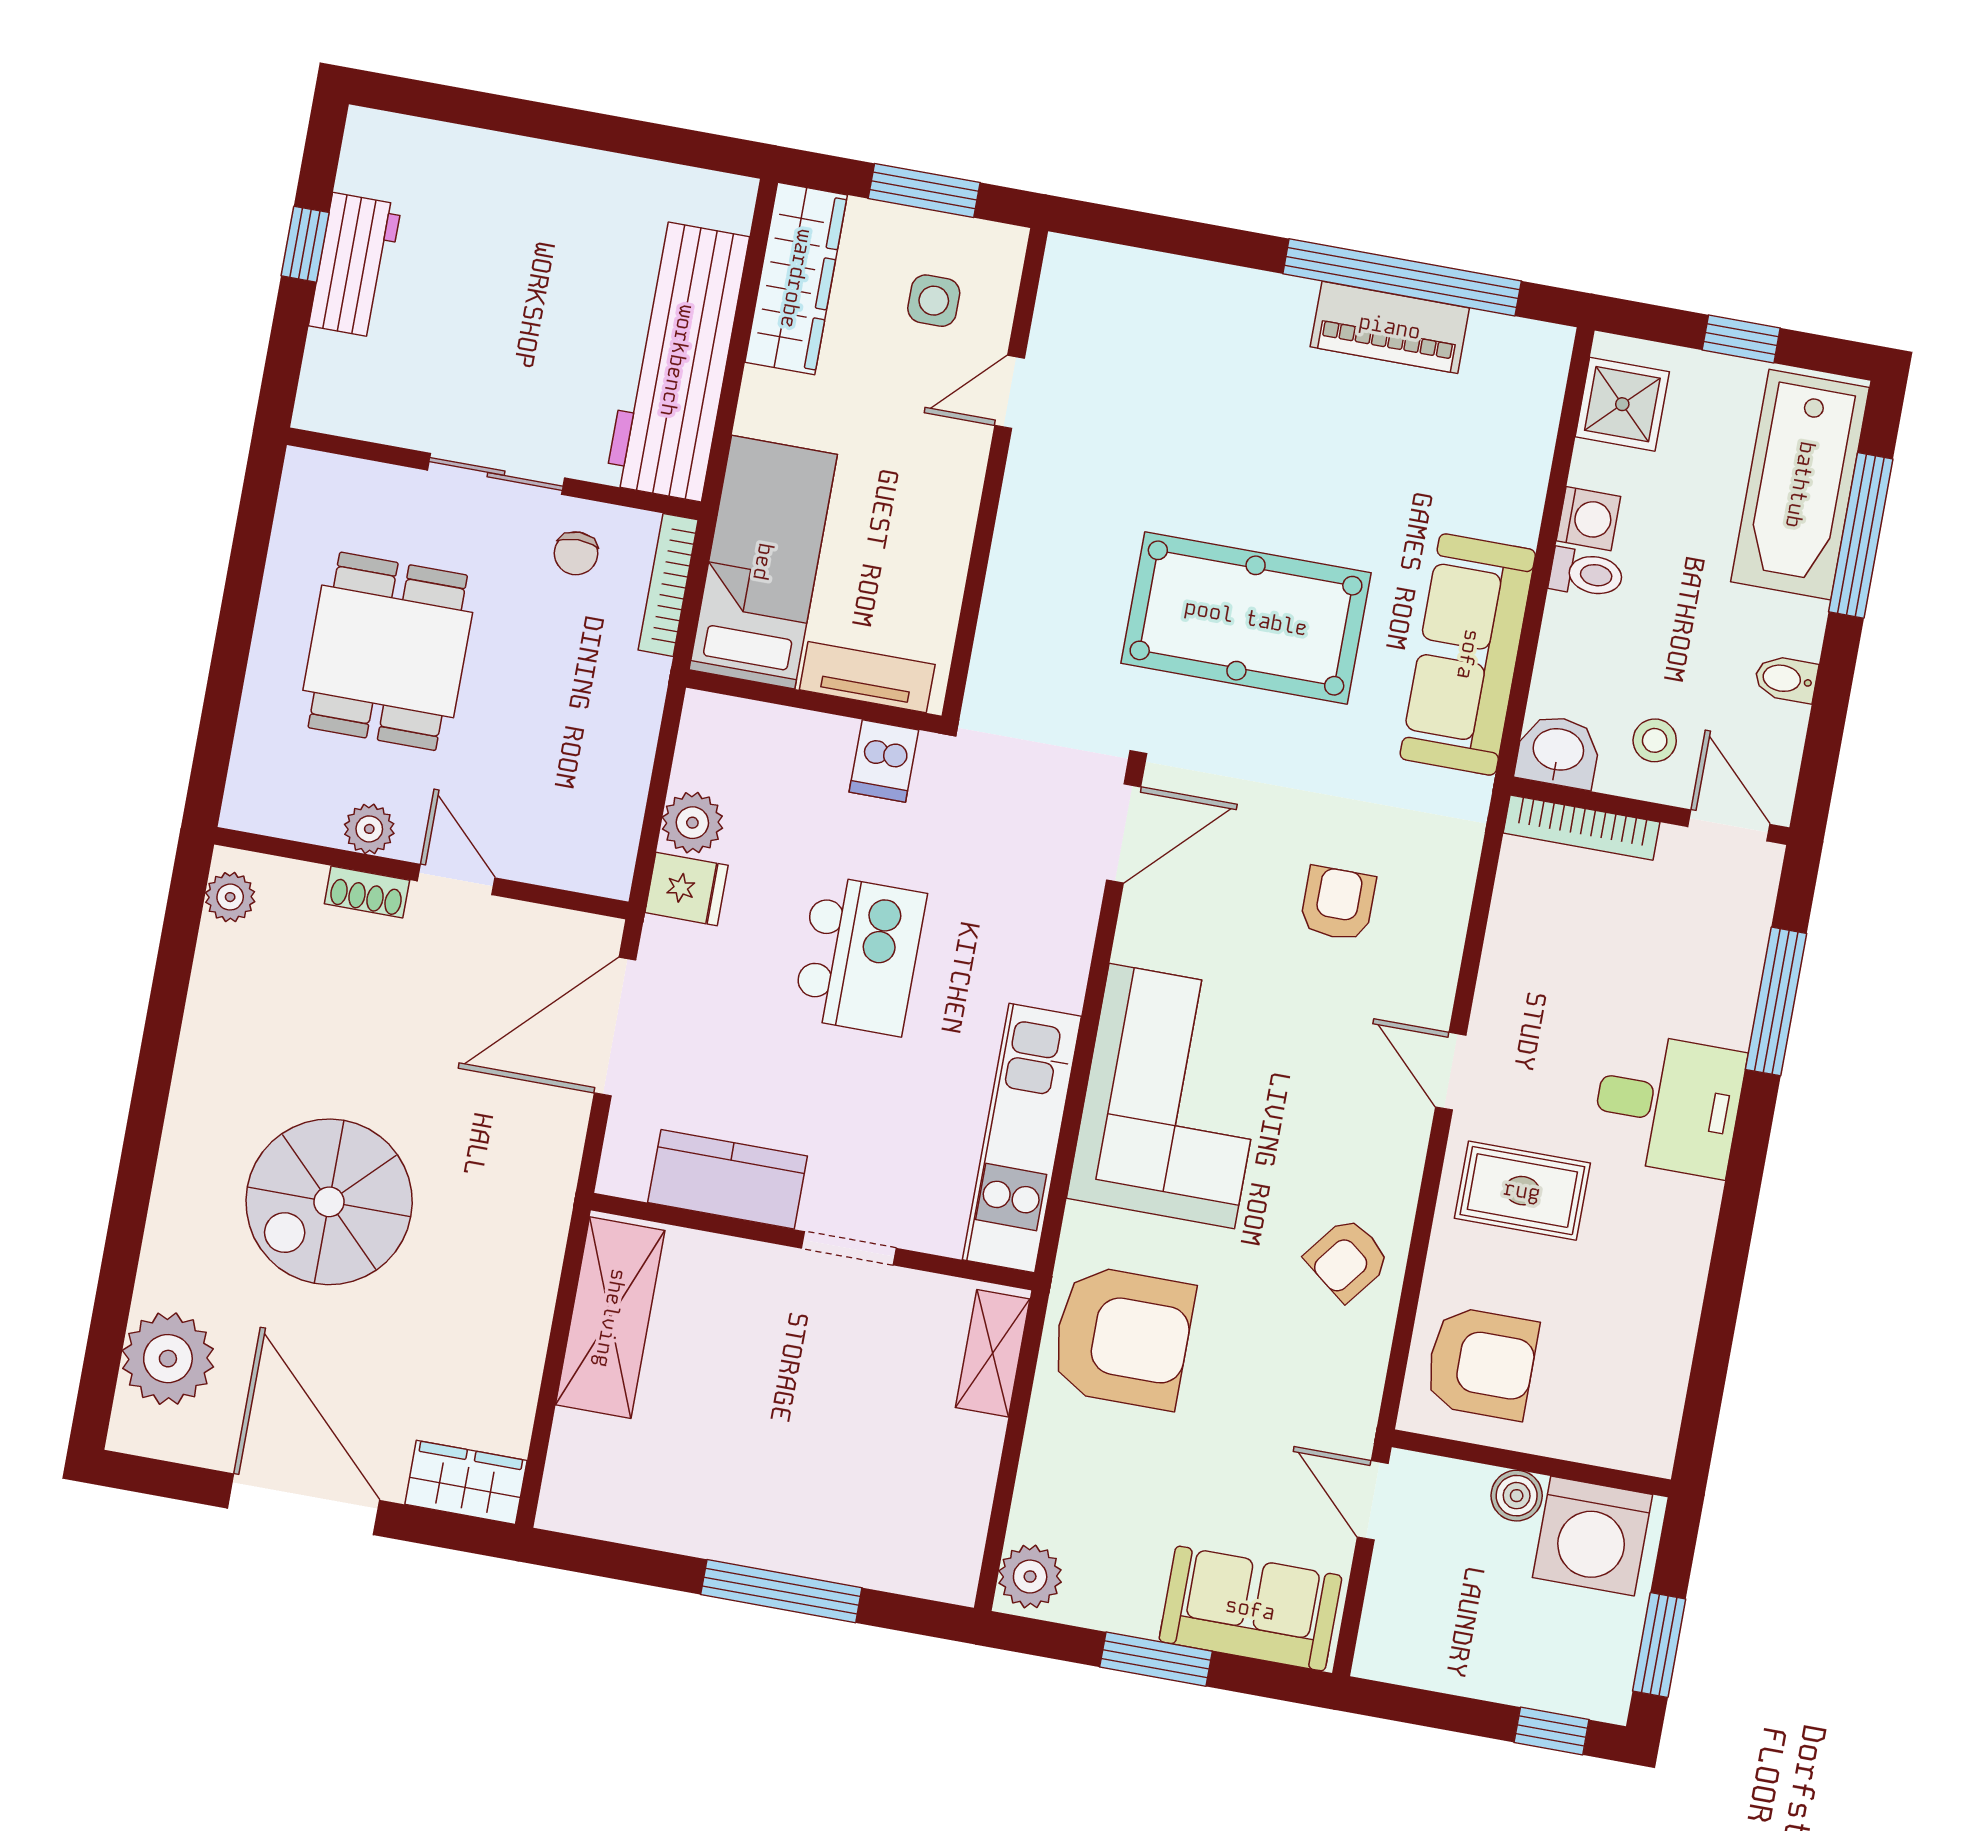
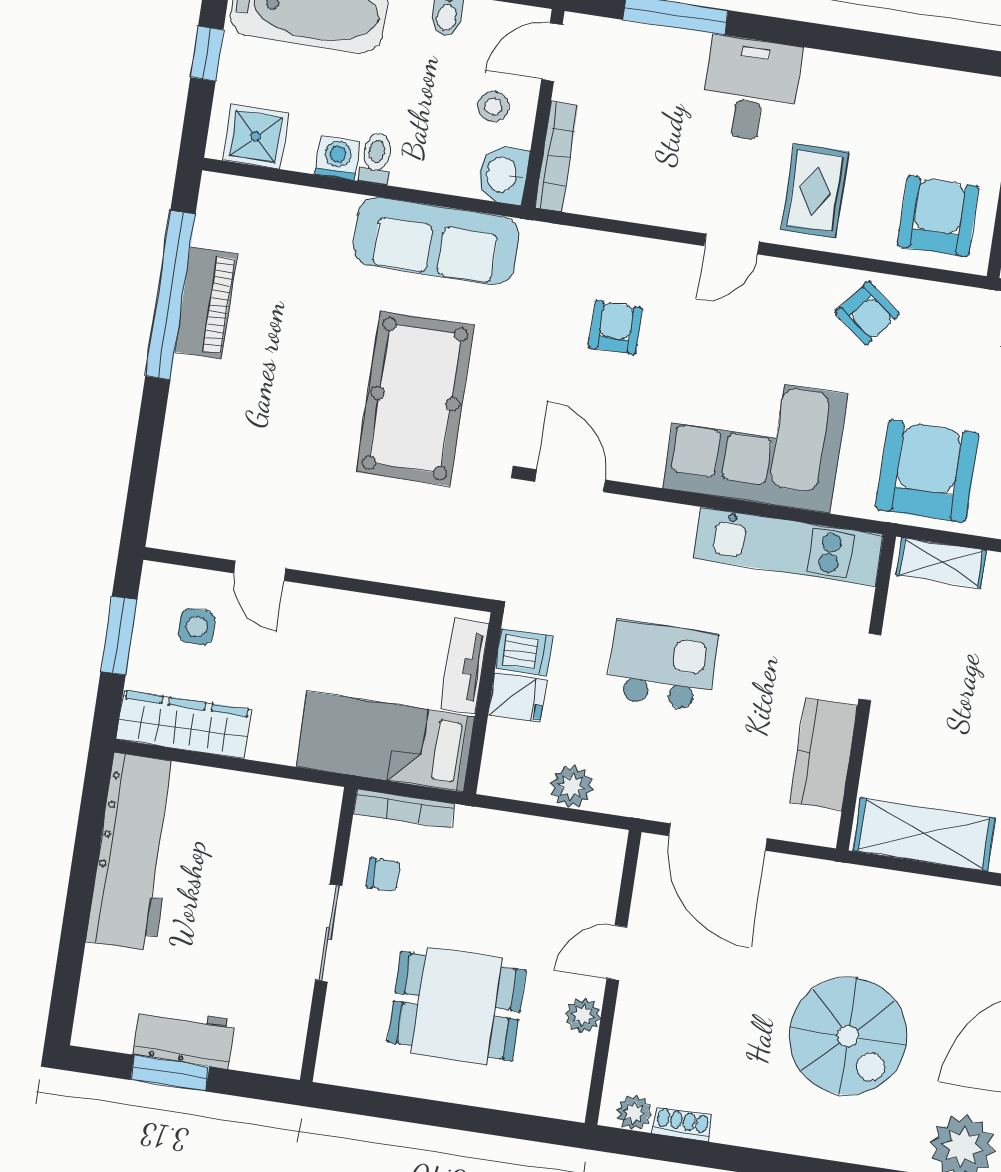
window: (305, 244) -> (170, 1073), width x1.50
workbench: (677, 361) -> (134, 852), moved, turned -90
fridge: (687, 889) -> (517, 697), moved, turned 90
shoe rack: (367, 892) -> (682, 1124), moved, turned -90
armchair: (1338, 904) -> (615, 328), turned 90

